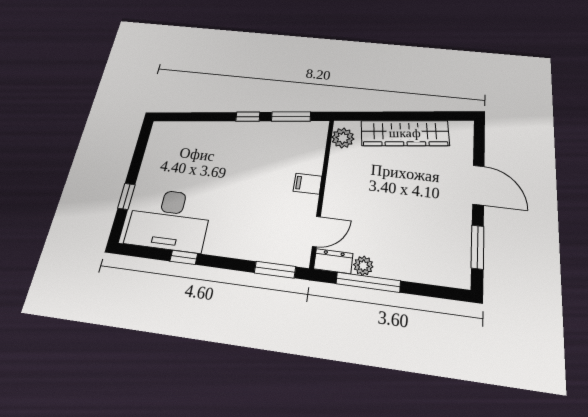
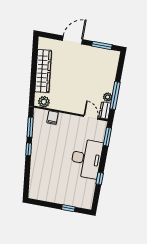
filing cabinet: (308, 184) -> (53, 118), moved
desk: (169, 220) -> (86, 159), moved

